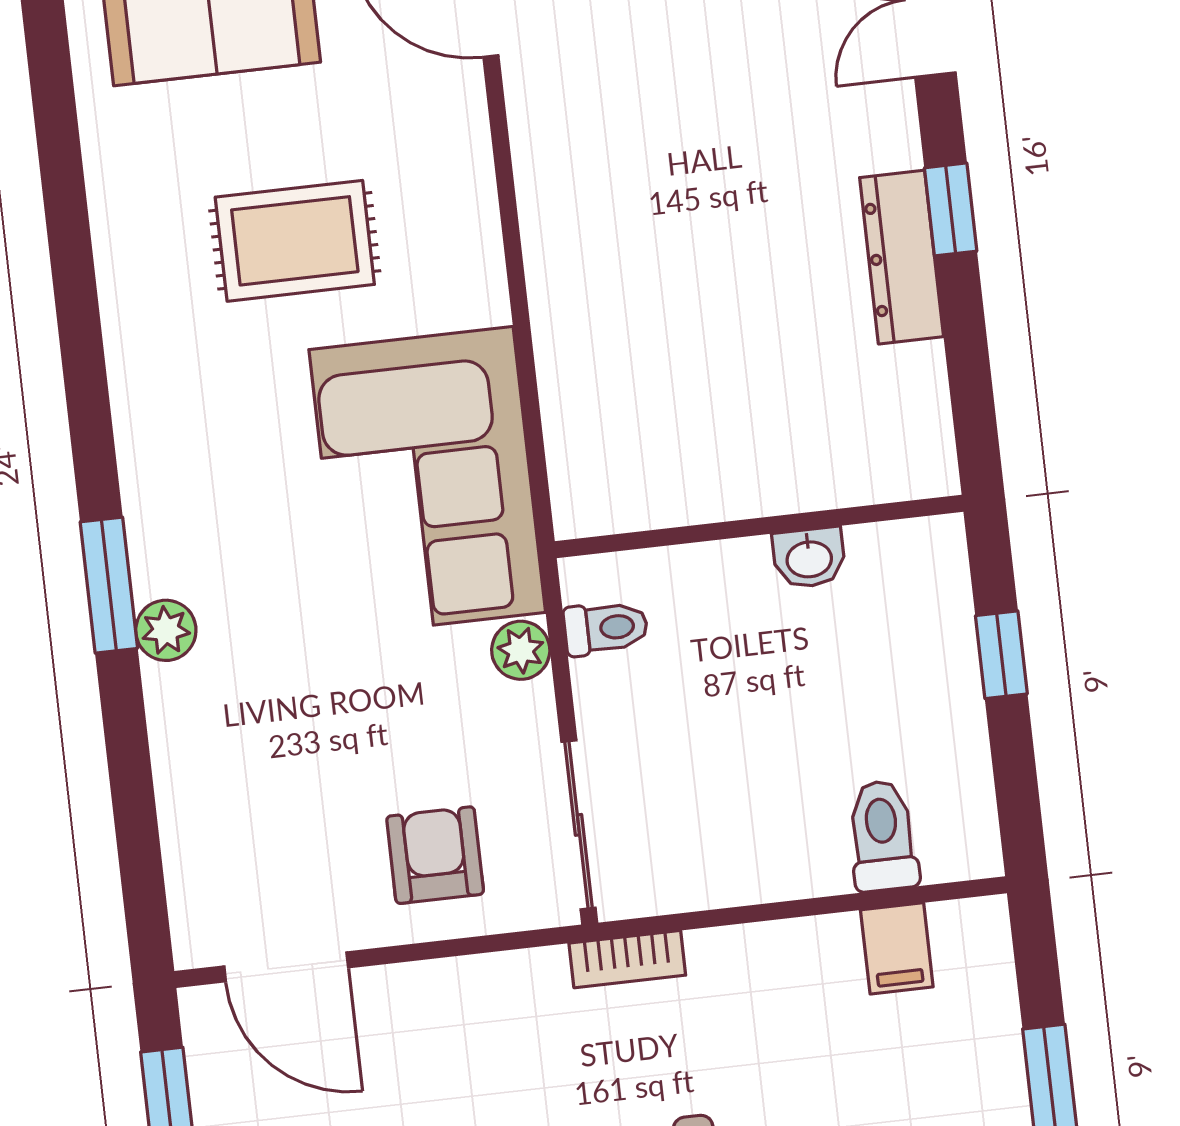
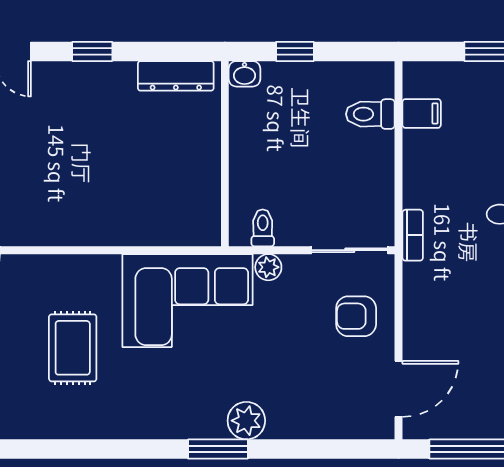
dresser: (902, 257) -> (176, 76), moved
washbasin: (809, 558) -> (245, 74), moved, turned 90
plant: (166, 630) -> (246, 421), width x1.38, depth x1.38

